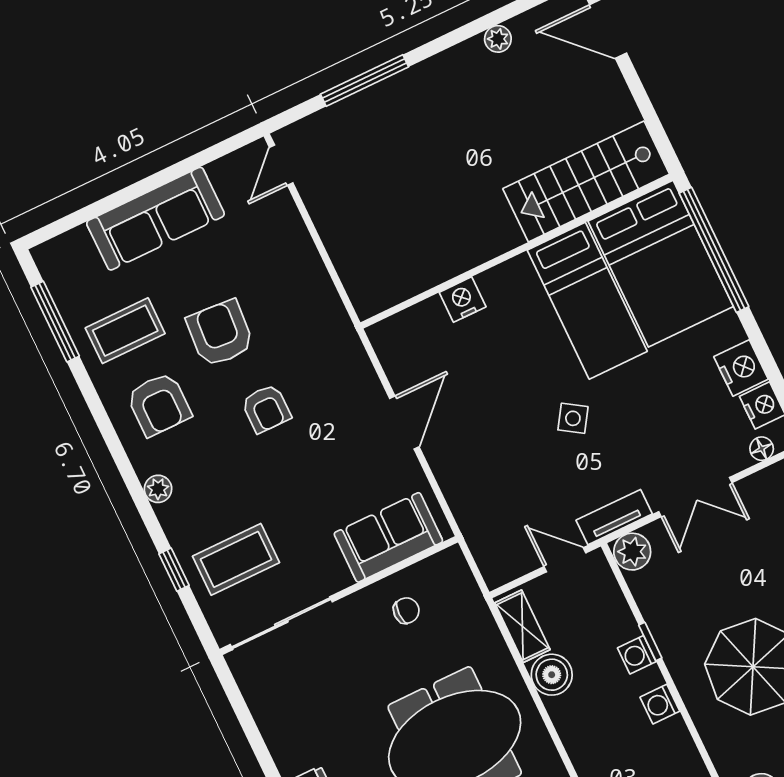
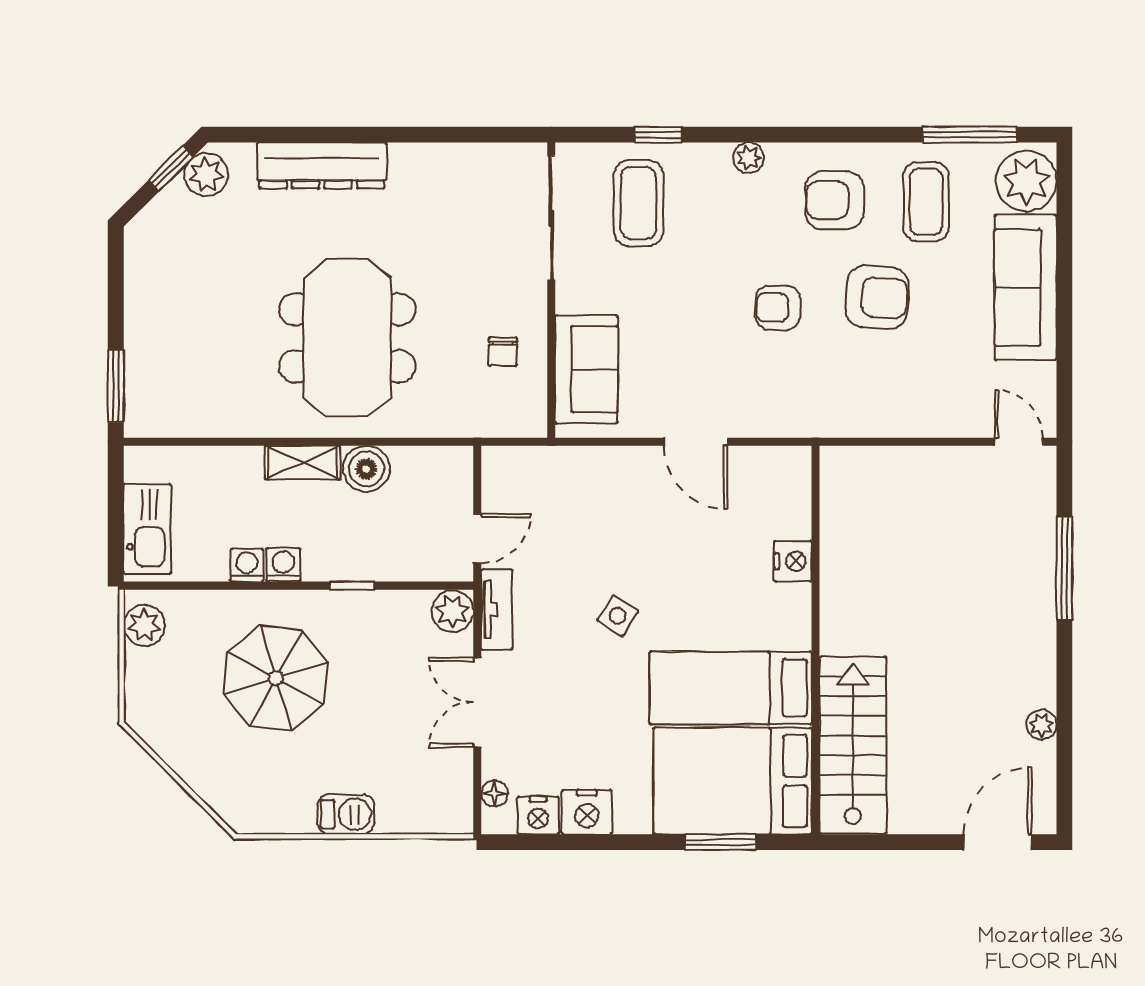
window: (714, 250) -> (721, 842), width x0.47
plant: (70, 259) -> (1026, 181), added
shelving: (522, 626) -> (303, 463), moved
washing machine: (637, 655) -> (247, 565), moved

